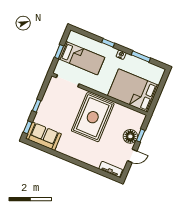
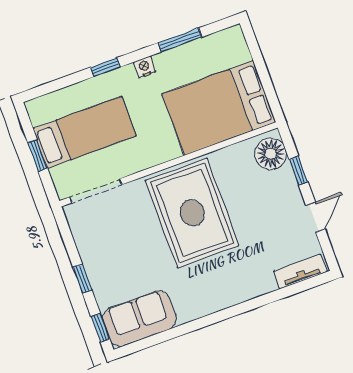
floor lamp: (130, 136) -> (271, 154), moved

